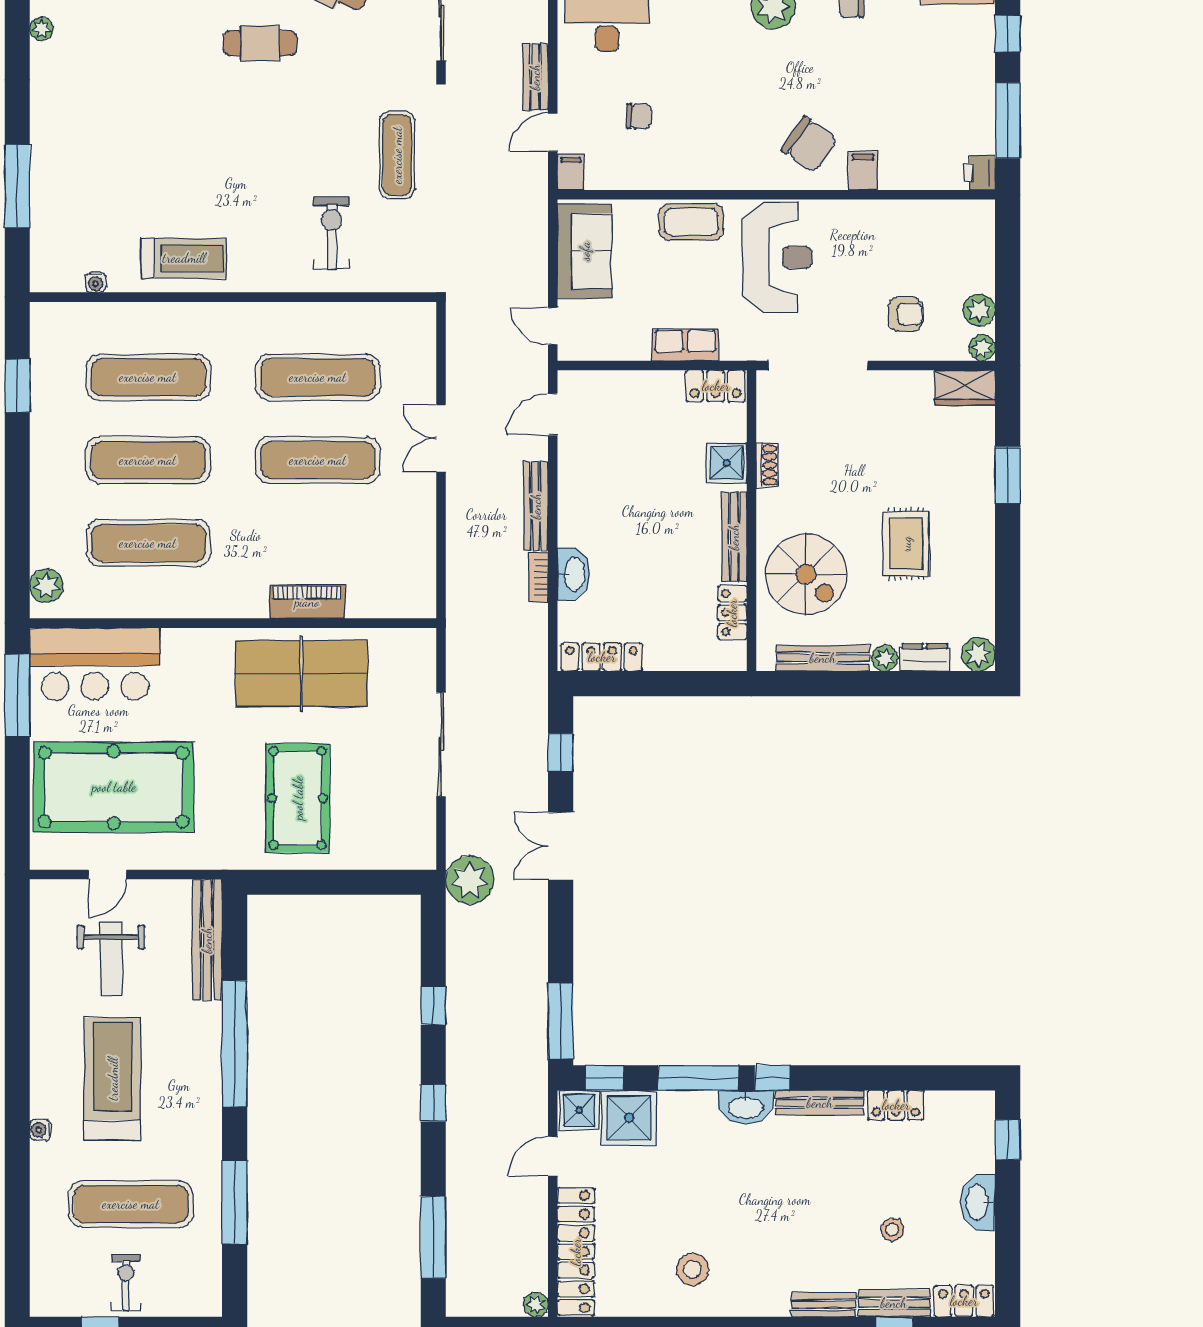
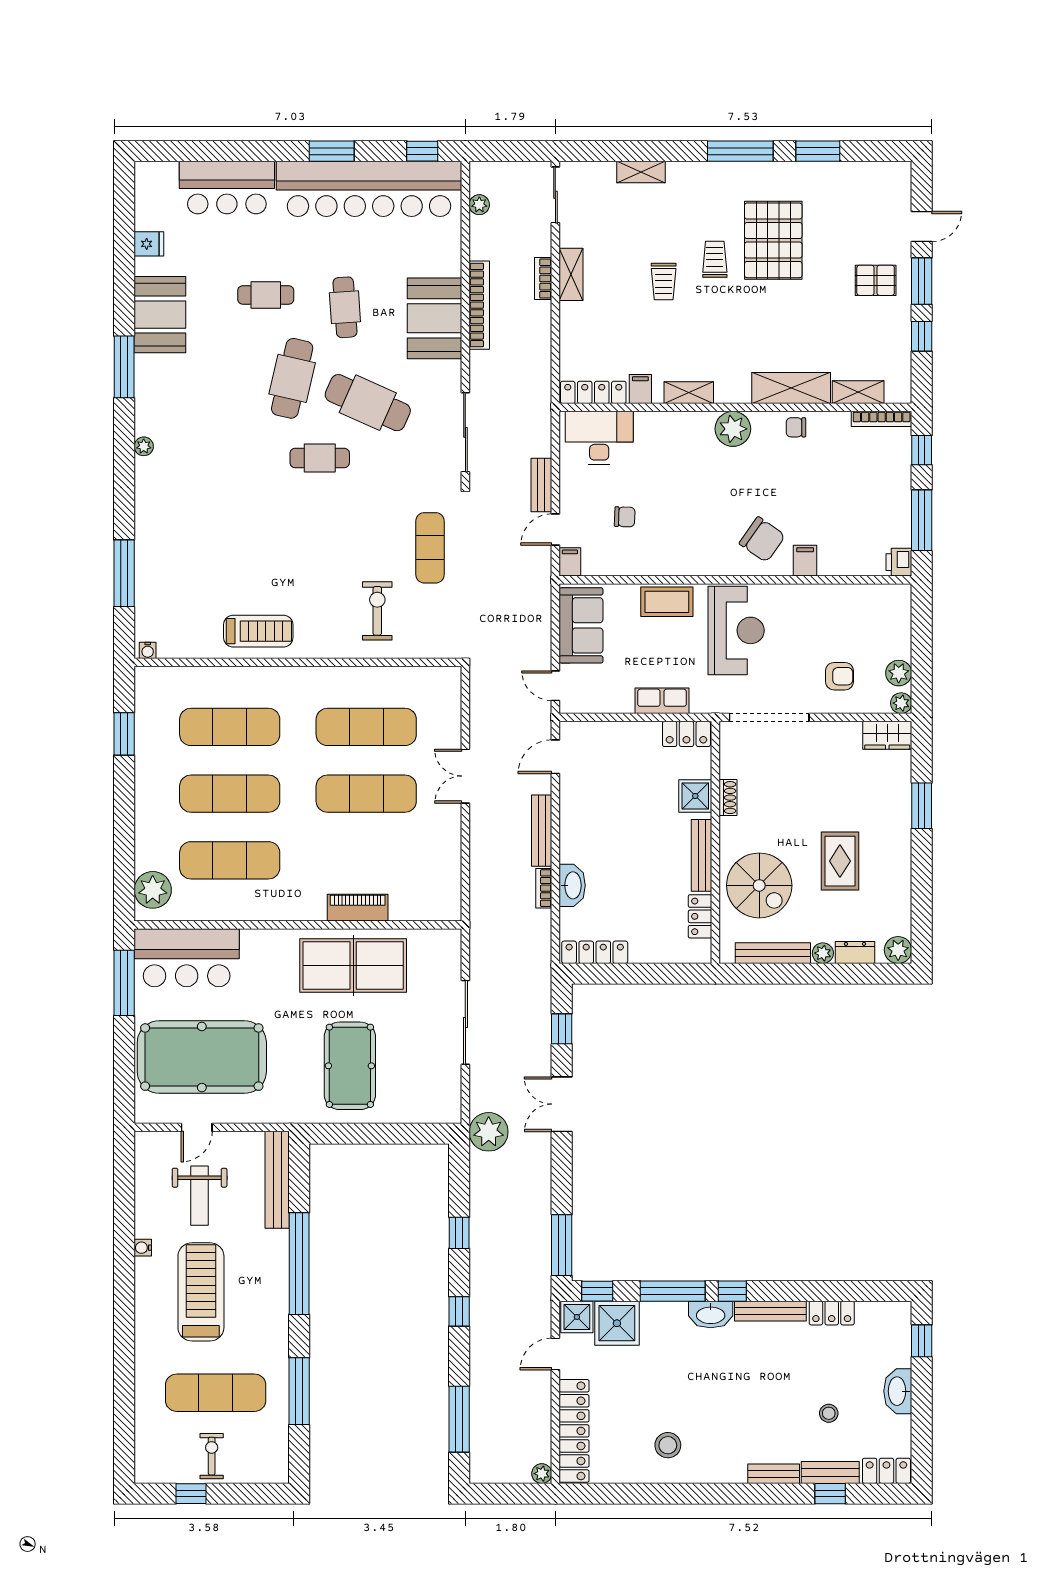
water cooler: (96, 282) -> (148, 650), moved
plant: (47, 586) -> (153, 890), width x1.36, depth x1.36
water cooler: (40, 1130) -> (143, 1248), moved

